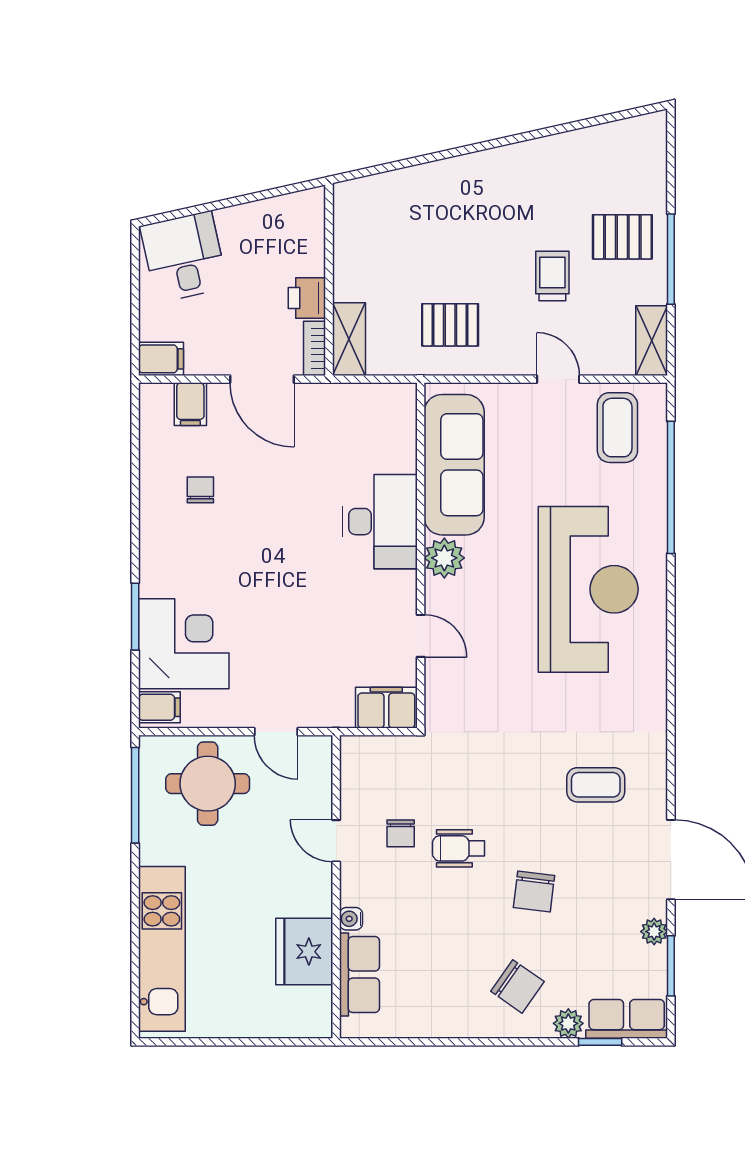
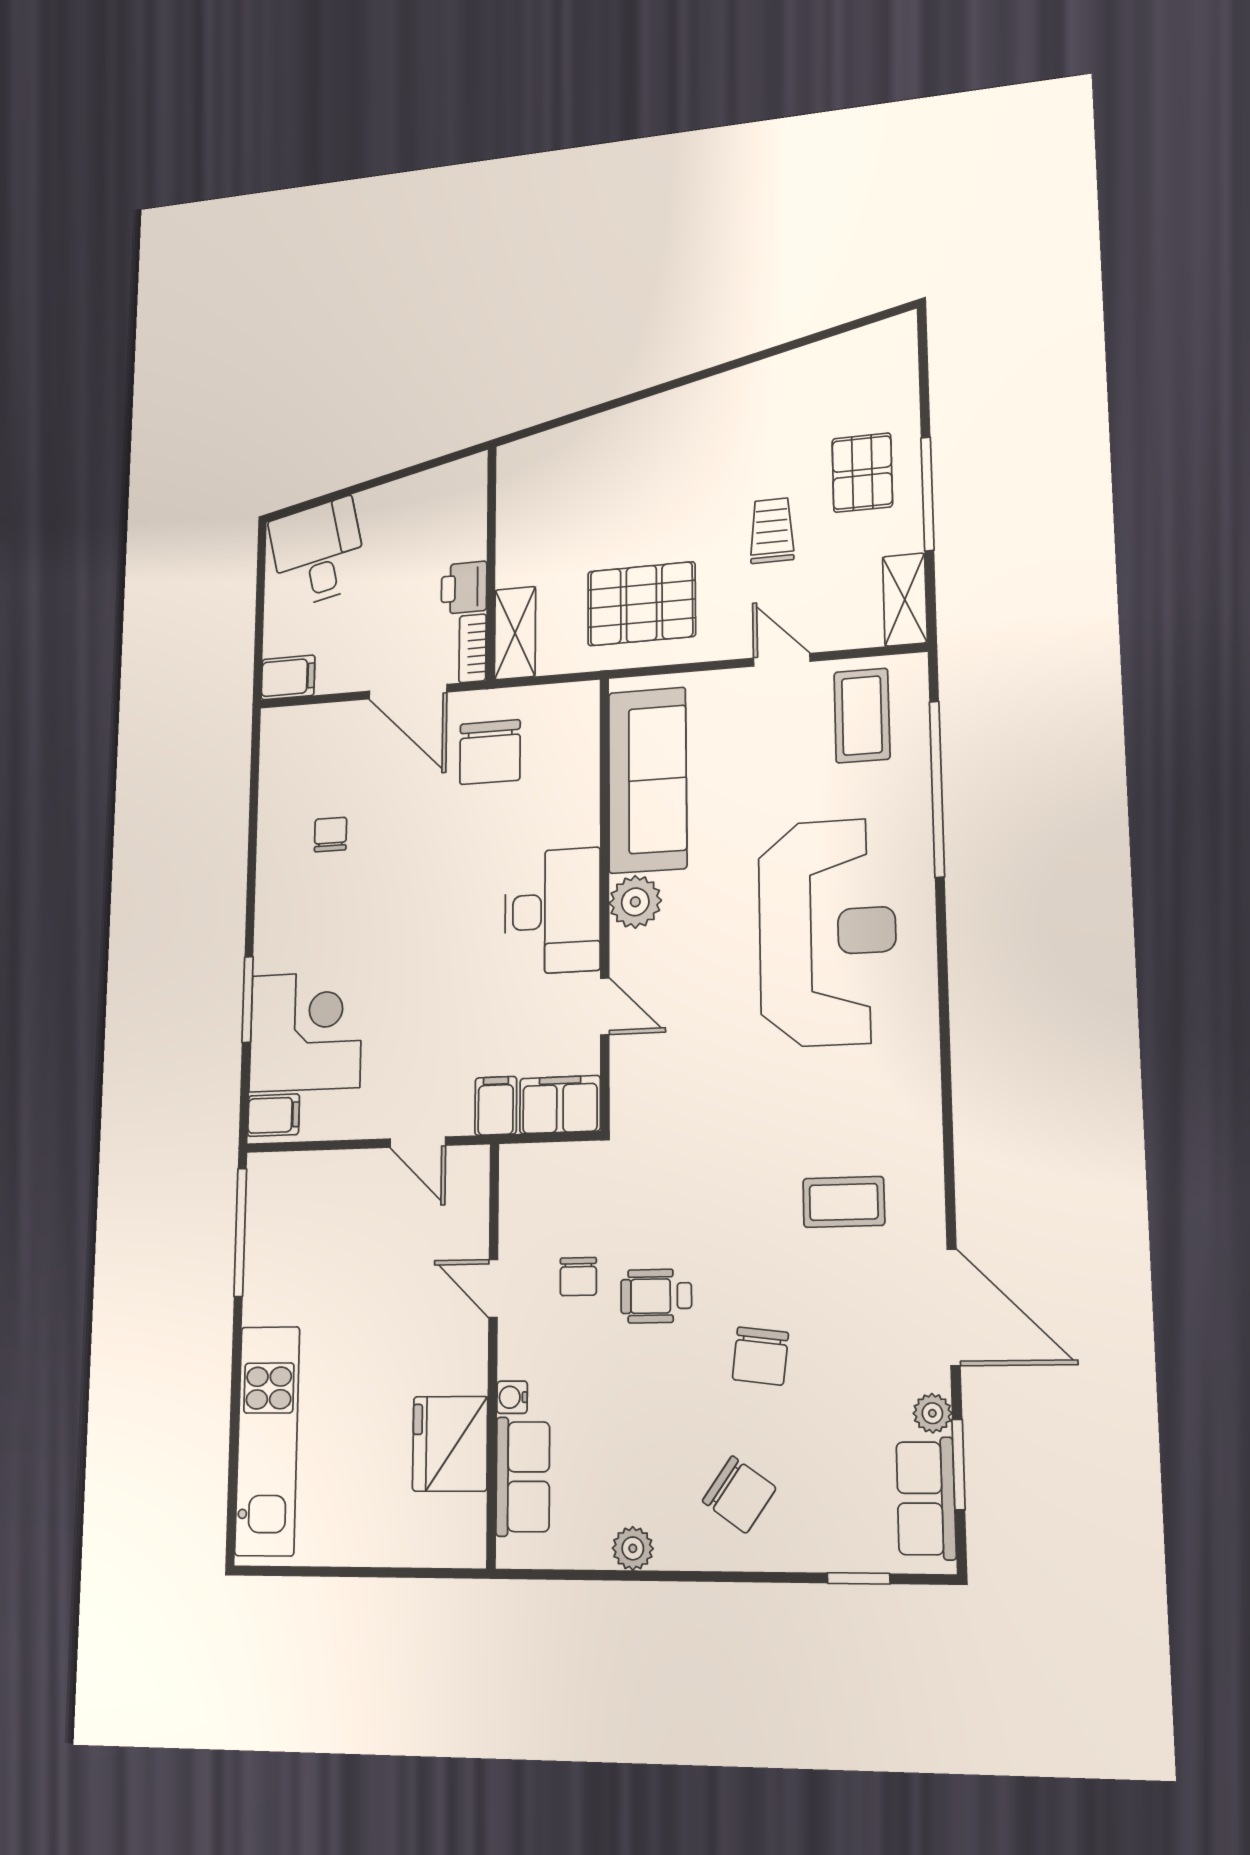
pallet: (622, 237) -> (862, 473), turned 90
pallet: (450, 325) -> (641, 604), width x1.50, depth x1.42
filing cabinet: (190, 404) -> (496, 1106), moved, turned 180
chair: (330, 433) -> (490, 752), added
desk: (380, 522) -> (552, 911), moved
round table: (208, 784) -> (330, 1214), removed
row of seats: (627, 1019) -> (926, 1498), moved, turned -90
plant: (568, 1023) -> (633, 1548), moved

